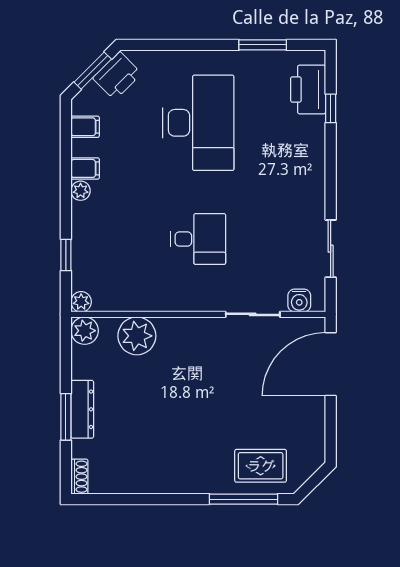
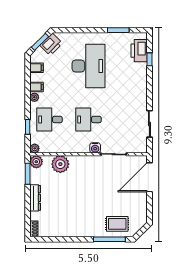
desk: (114, 239) -> (50, 119), added
desk: (198, 239) -> (89, 119), turned 180
water cooler: (299, 301) -> (95, 148), moved
window: (66, 417) -> (28, 174), moved

